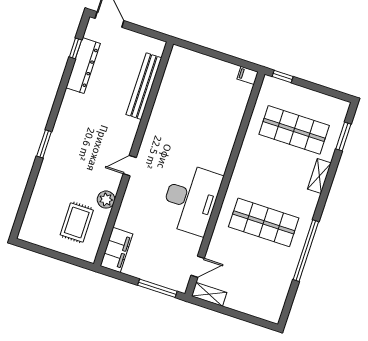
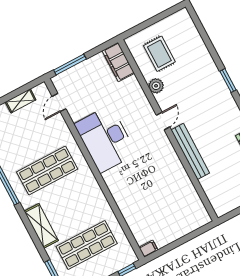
bench: (144, 86) -> (190, 151), moved
shelving: (319, 176) -> (41, 226), width x1.50, depth x1.33
shelving: (209, 294) -> (21, 101), moved

